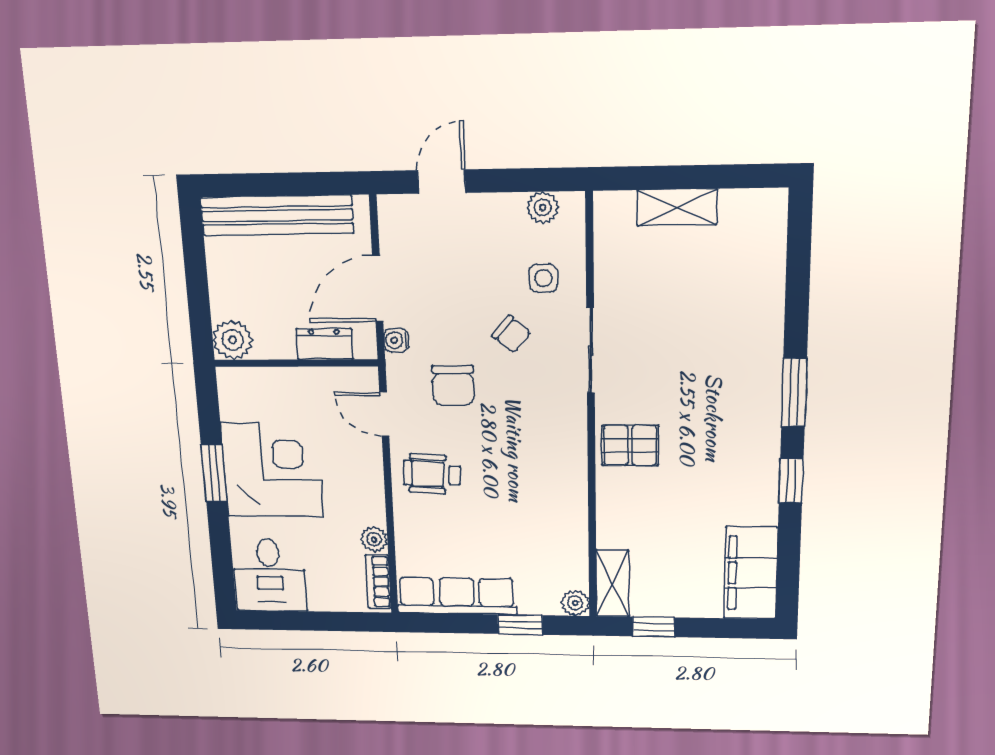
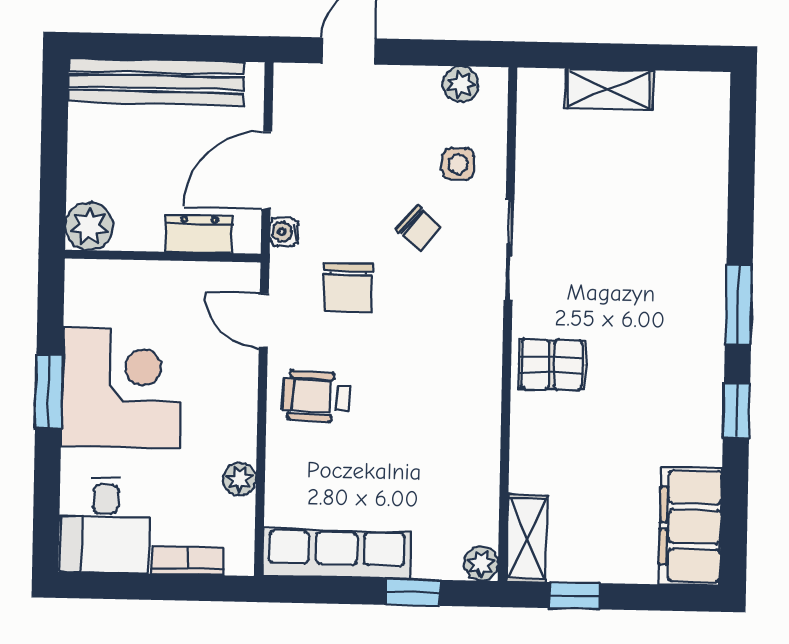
bookcase: (378, 582) -> (188, 560), moved, turned 90

